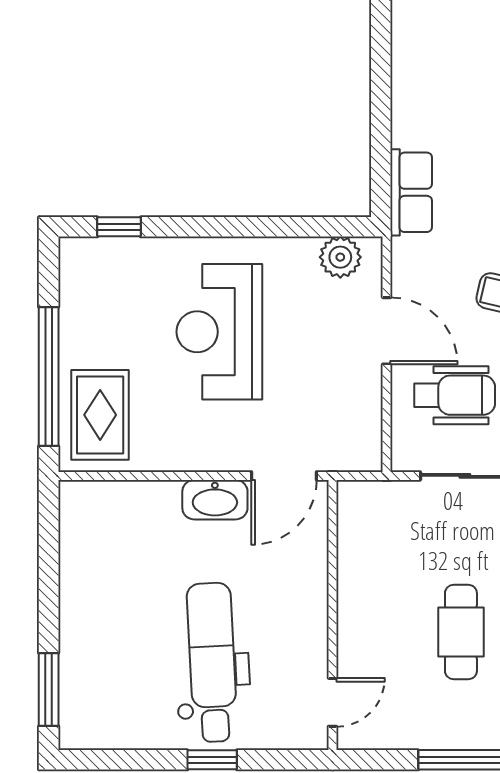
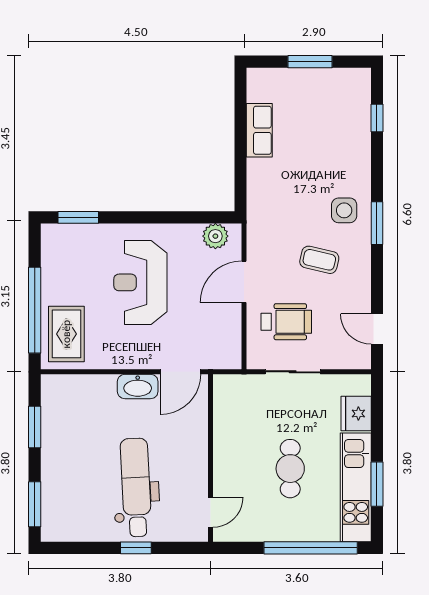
row of seats: (411, 192) -> (259, 130), moved
window: (119, 227) -> (78, 217), width x1.50
door: (387, 331) -> (244, 282), swing flipped
window: (49, 565) -> (35, 427), added

